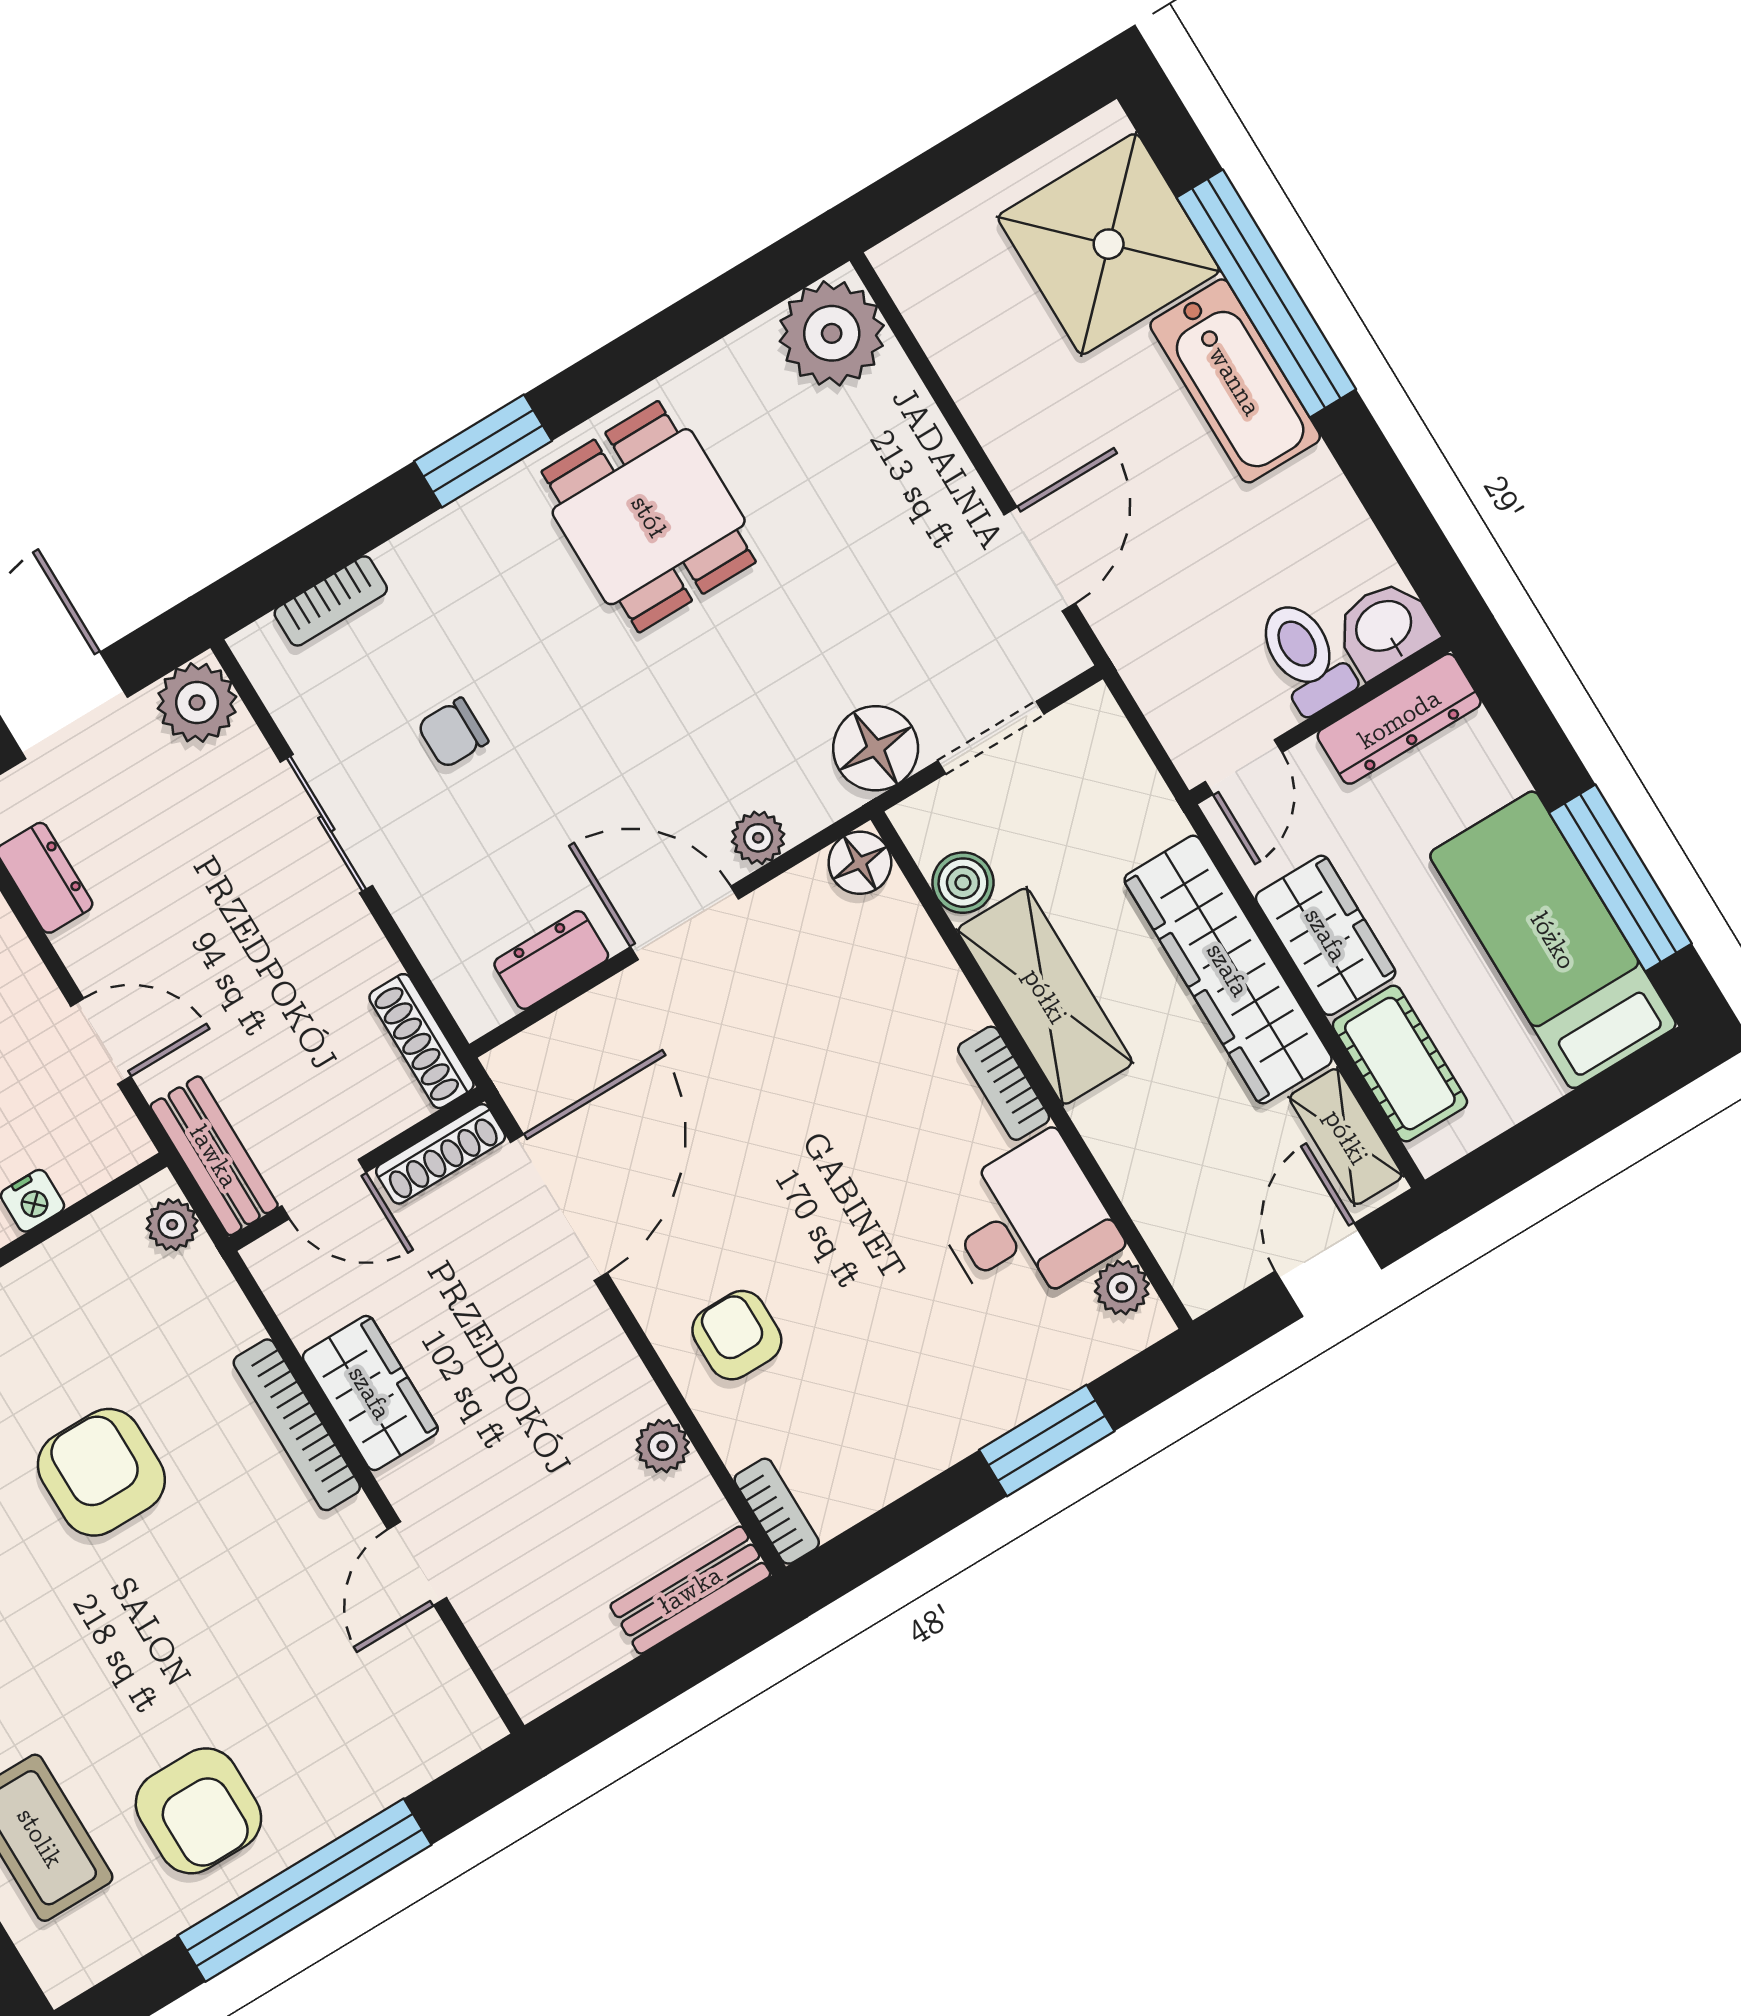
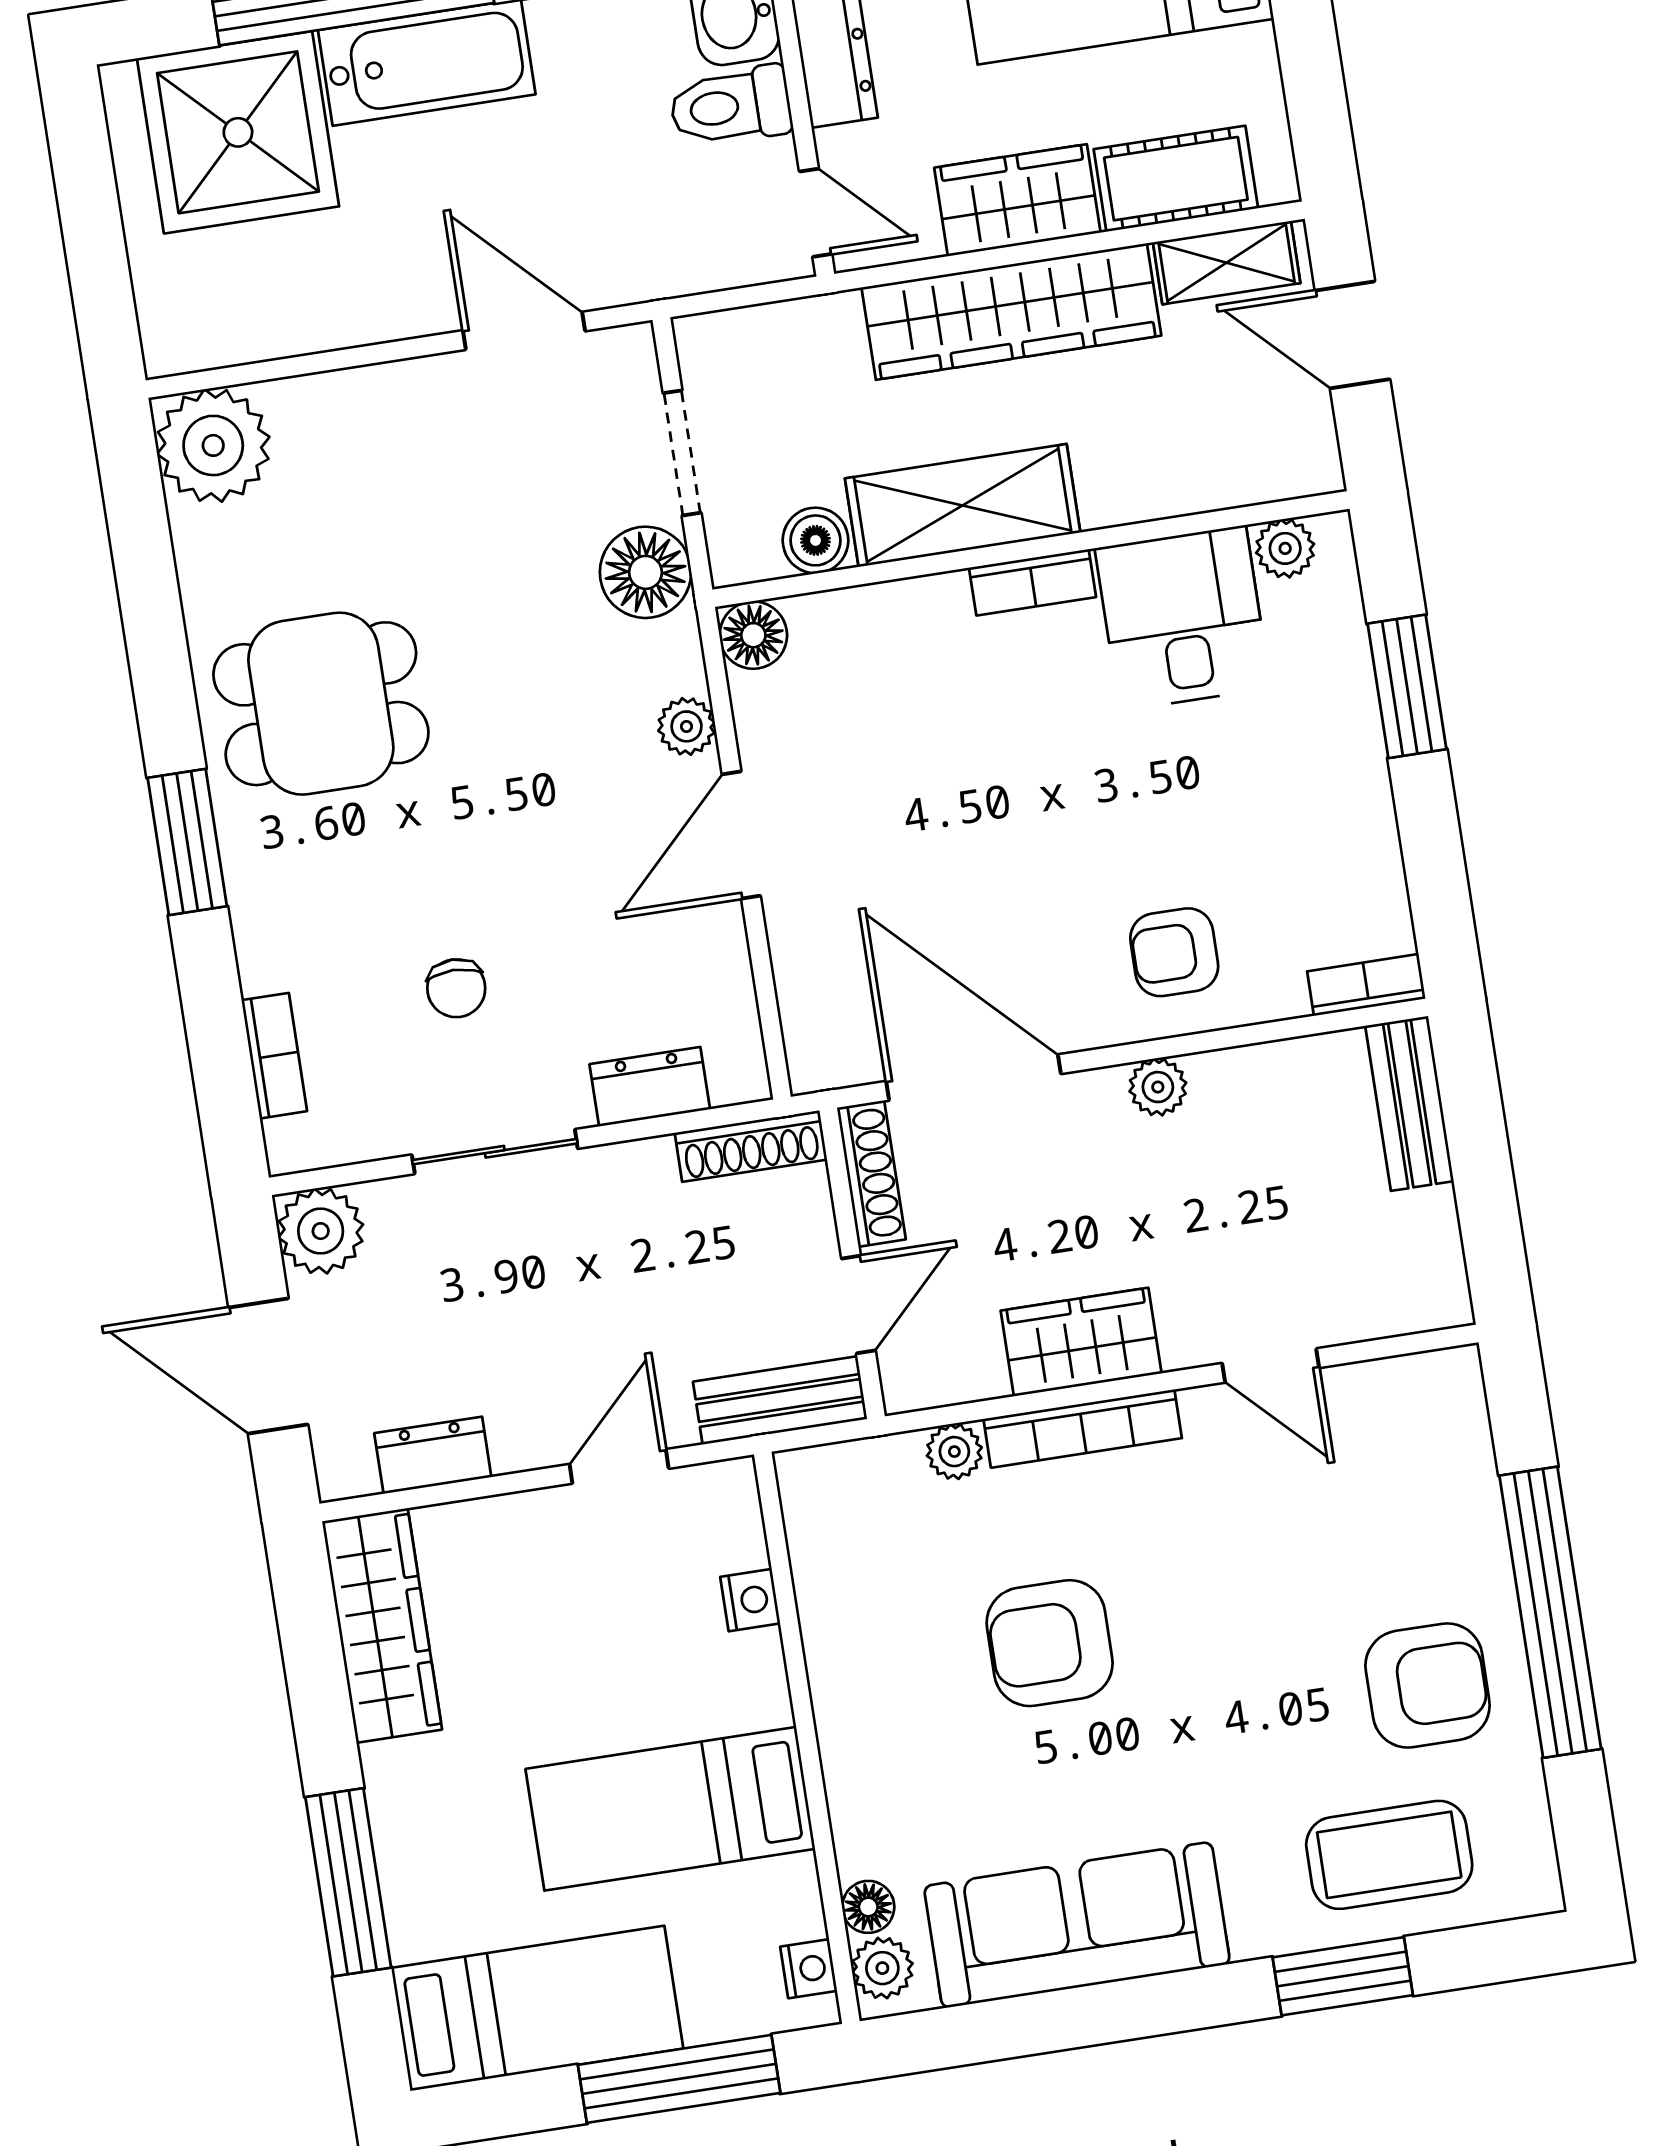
dresser: (551, 960) -> (650, 1087), moved, turned 90
plant: (172, 1225) -> (954, 1452), moved
plant: (663, 1446) -> (1158, 1087), moved

